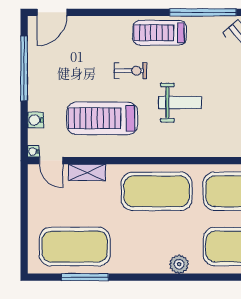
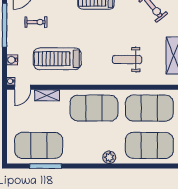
exercise bike: (131, 71) -> (36, 22), moved
weight bench: (180, 103) -> (127, 60), moved, turned 180
door: (51, 161) -> (23, 87), hinge flipped

